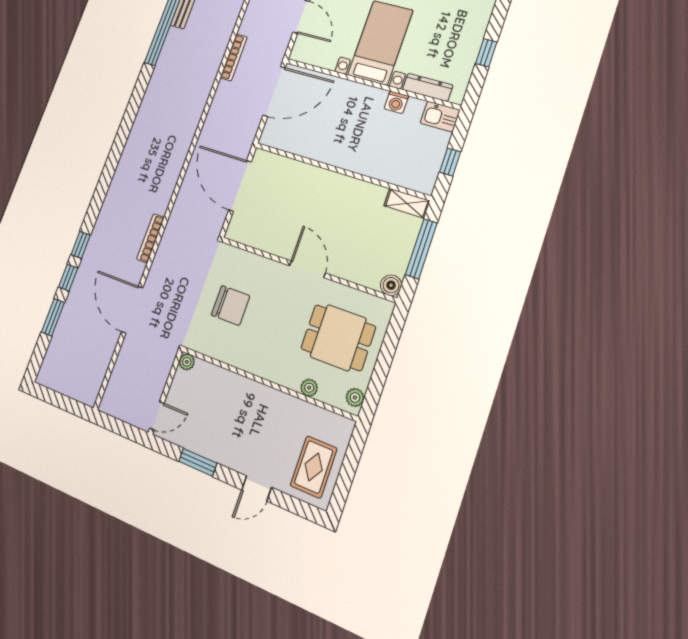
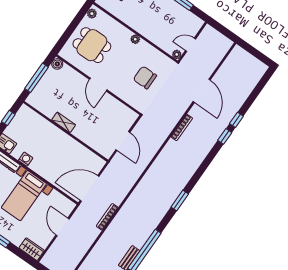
door: (240, 186) -> (123, 141), width x0.73
shelving: (407, 203) -> (64, 122), moved
window: (53, 317) -> (180, 200), moved
plant: (309, 388) -> (135, 39), moved
door: (157, 416) -> (190, 45), moved

